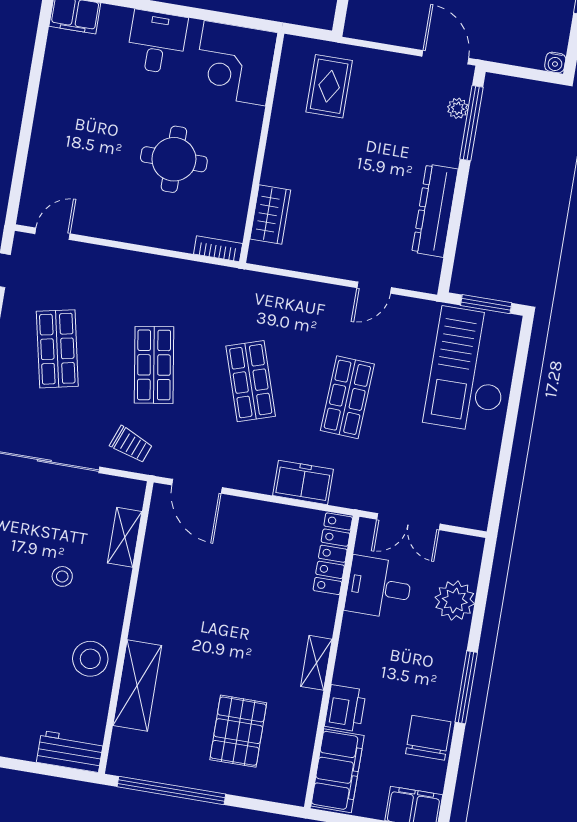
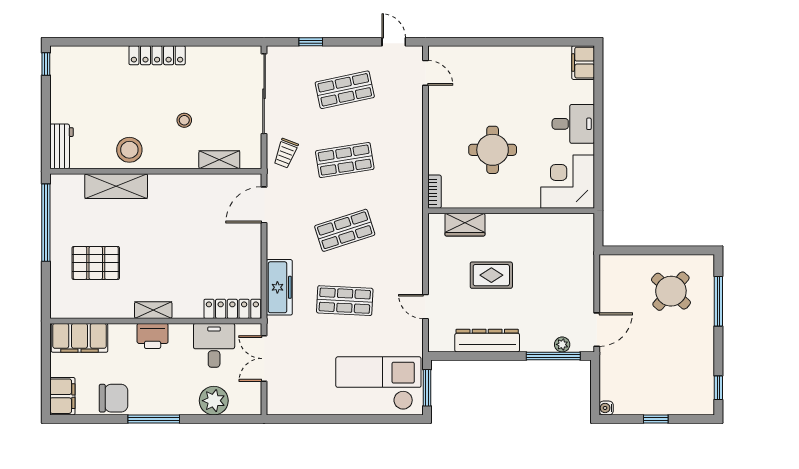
rug: (329, 86) -> (491, 275), moved
freezer: (303, 482) -> (279, 287), width x1.40
printer: (345, 708) -> (153, 336), moved

